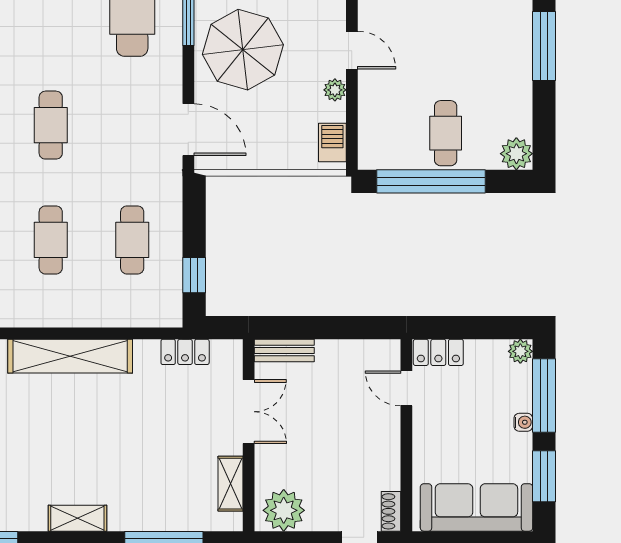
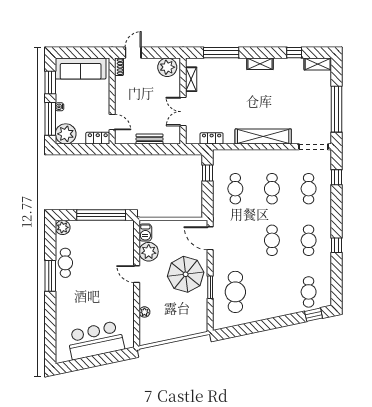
plant: (335, 90) -> (149, 252), width x1.88, depth x1.88
cafe table: (446, 133) -> (65, 263), moved
bench: (284, 351) -> (150, 139), moved
plant: (520, 351) -> (66, 134), width x1.87, depth x1.87

